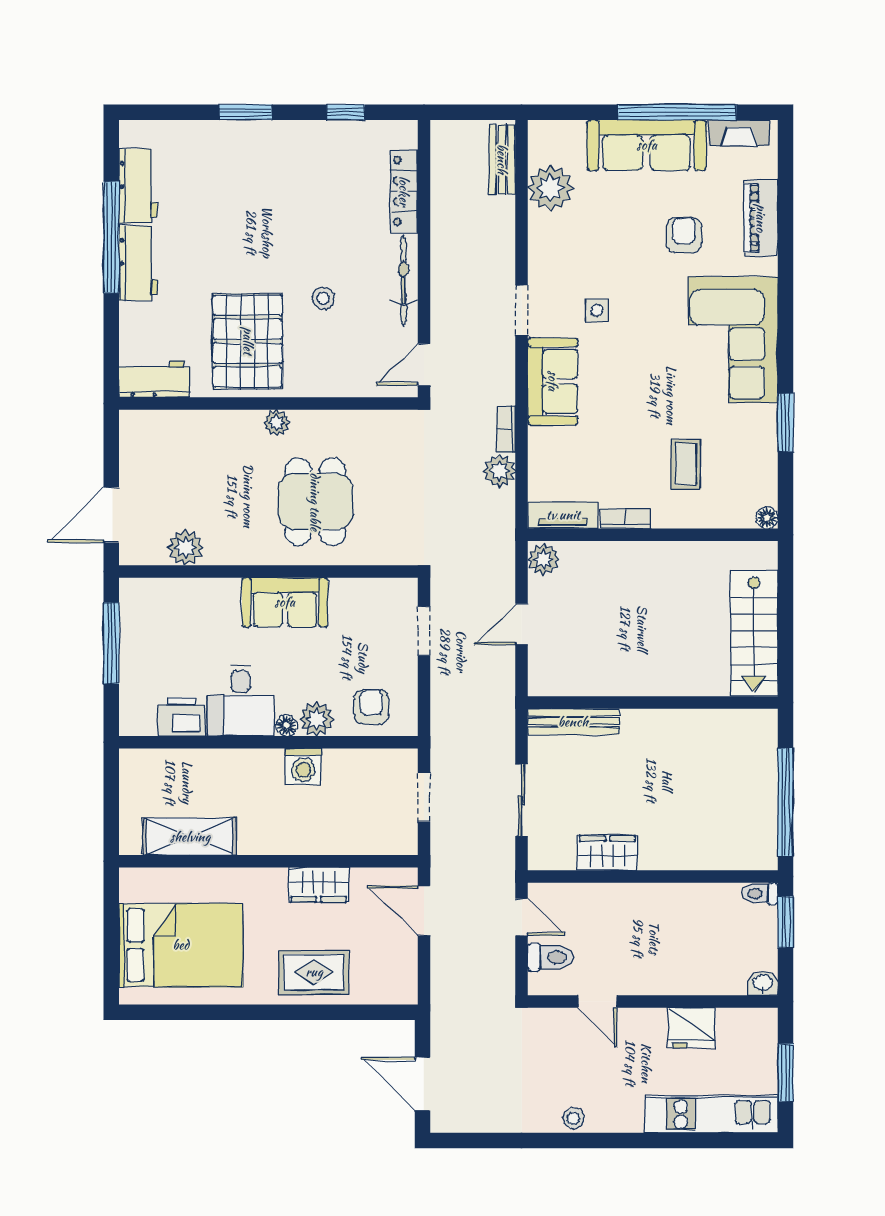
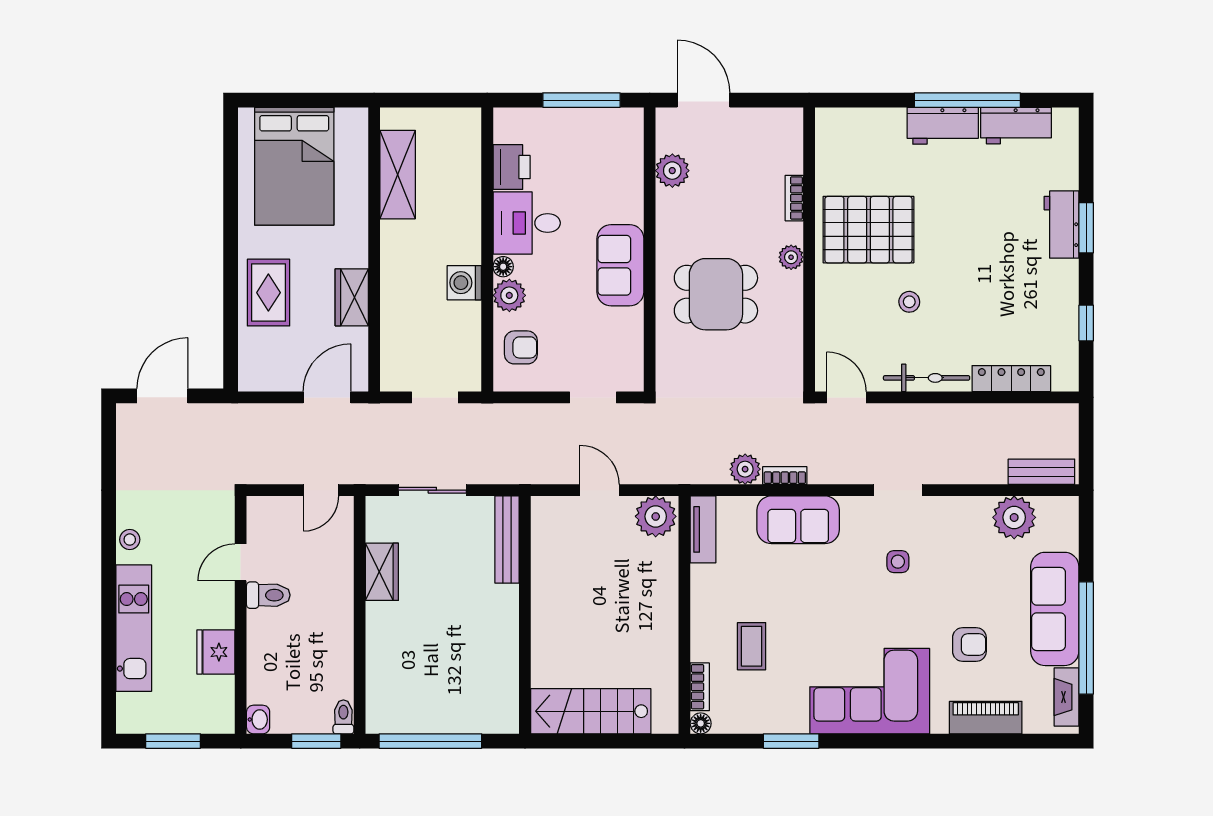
workbench: (154, 379) -> (1062, 225), moved, turned 180
sofa: (553, 381) -> (798, 520), moved
bookcase: (214, 419) -> (794, 198), added
coffee table: (686, 464) -> (752, 646), turned 90
bookcase: (626, 519) -> (700, 687), moved
plant: (543, 559) -> (656, 516), width x1.36, depth x1.36
toilet: (551, 957) -> (268, 595), moved, turned -90
kitchen unit: (711, 1114) -> (134, 628), moved

